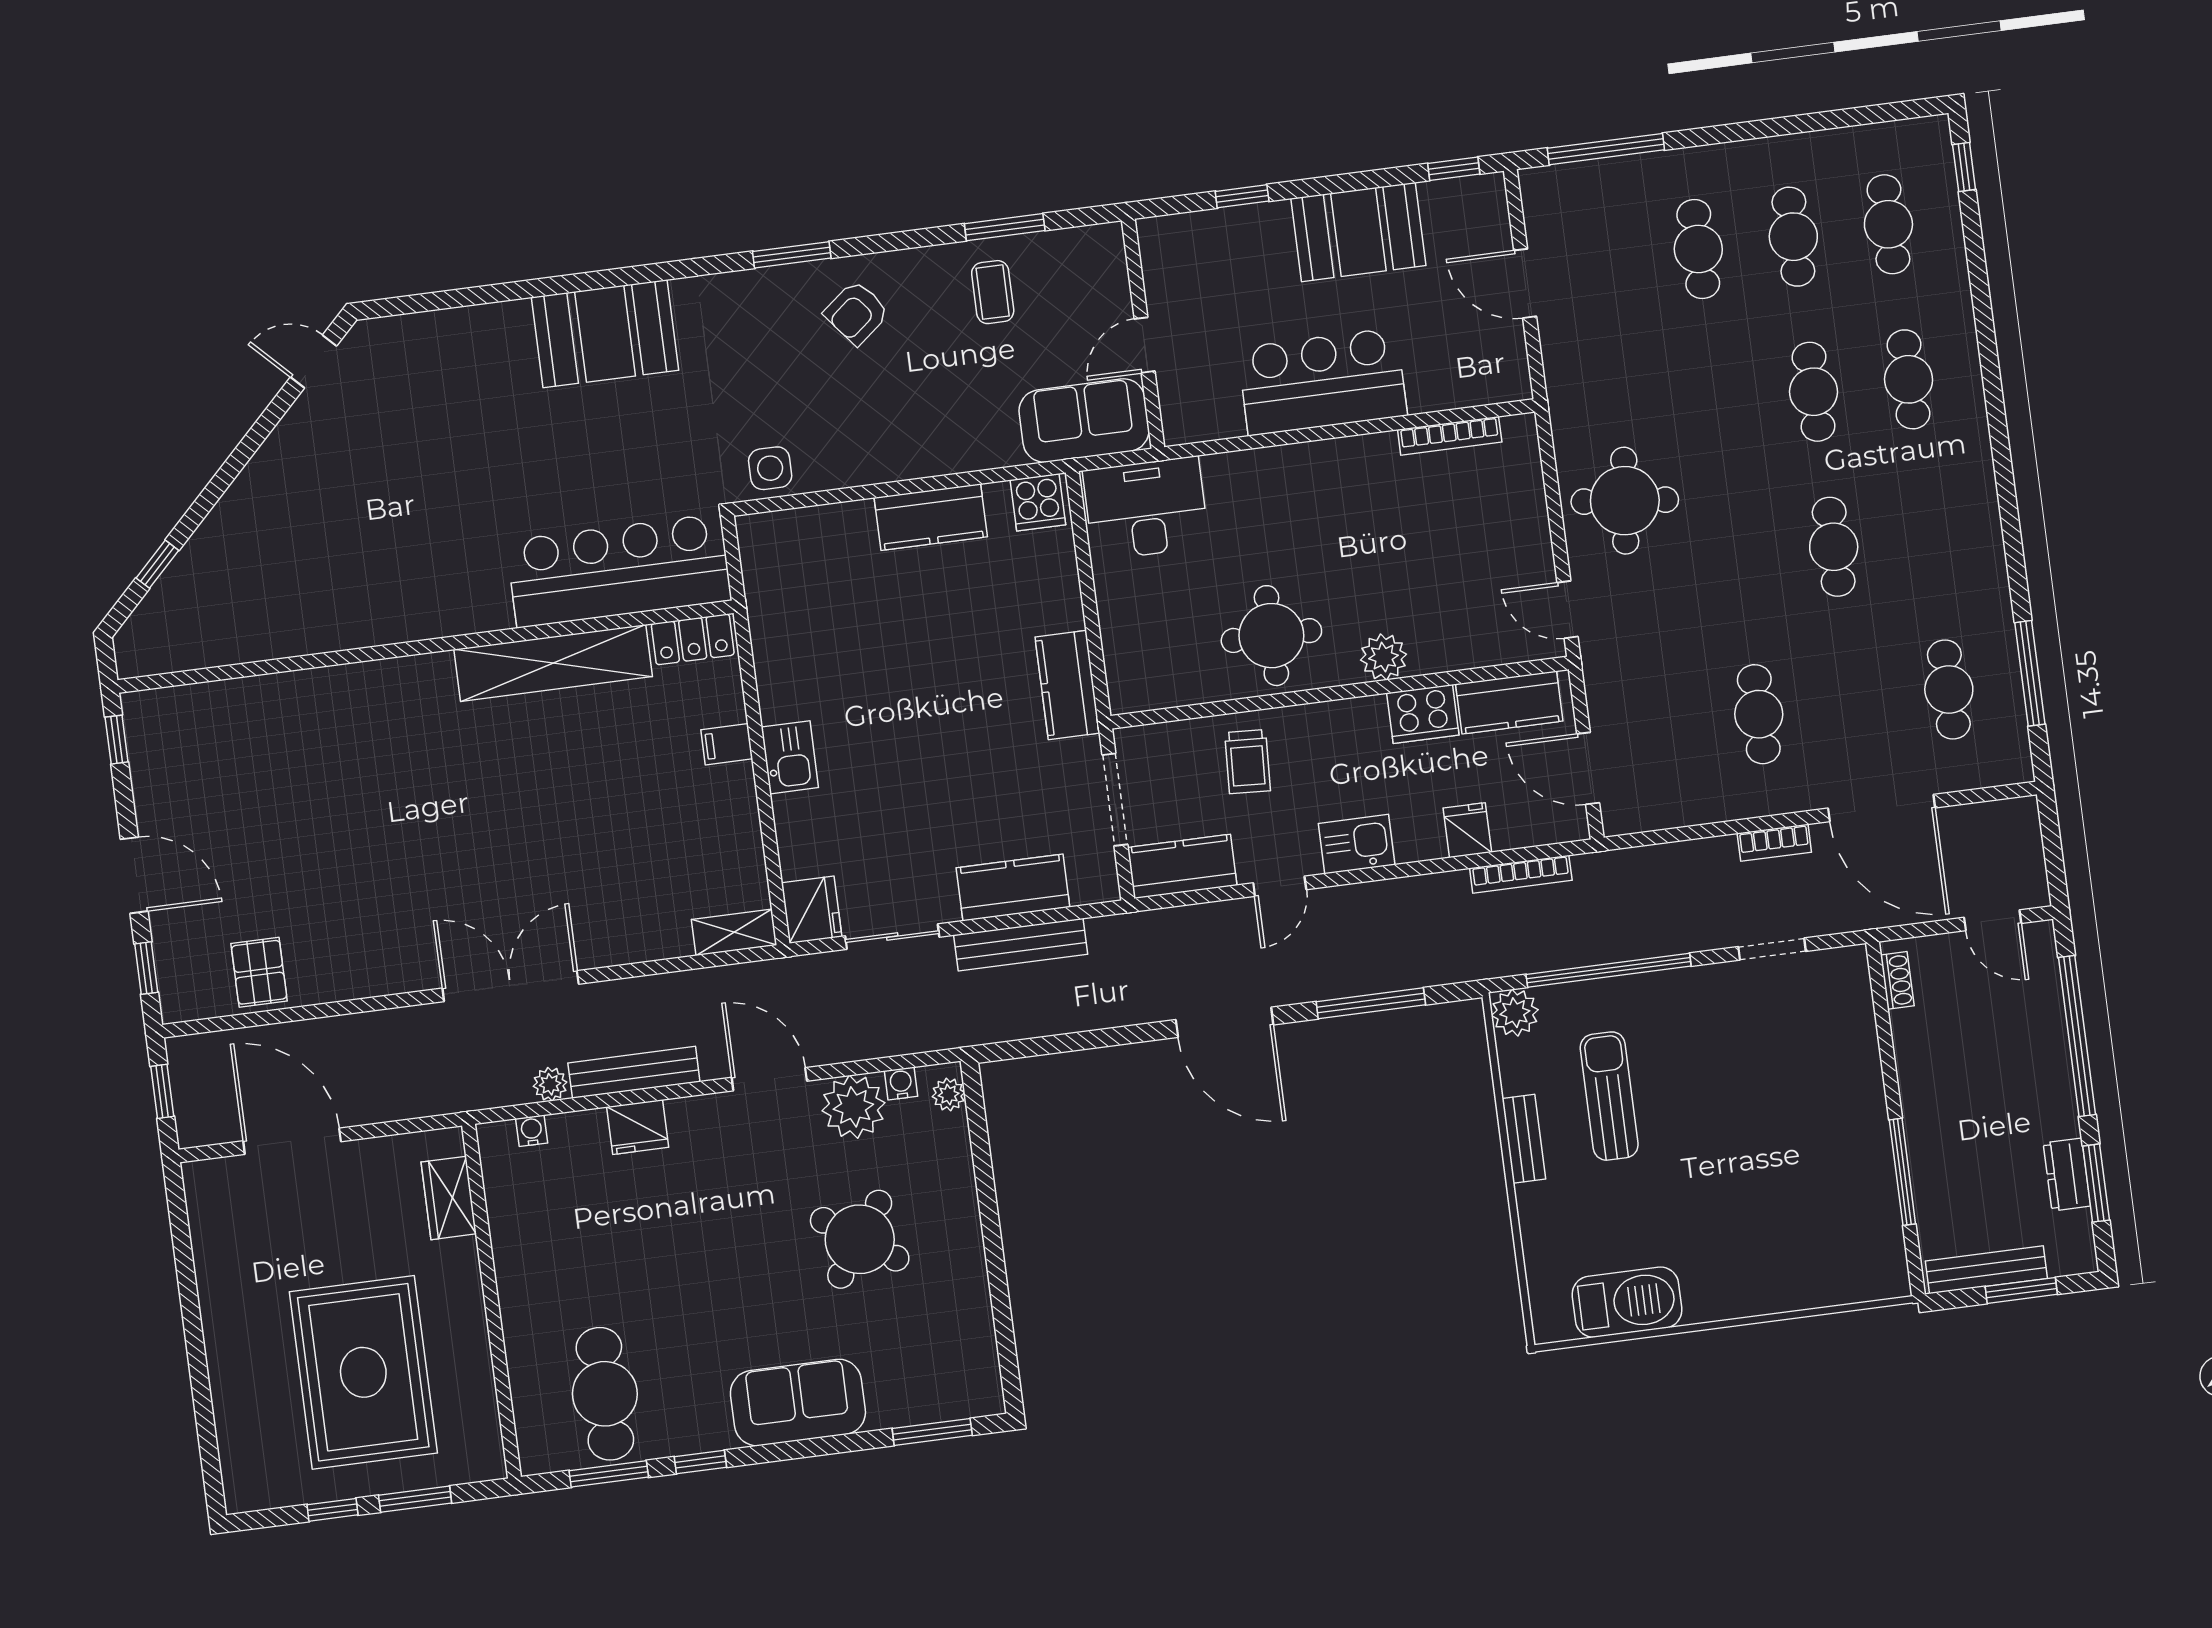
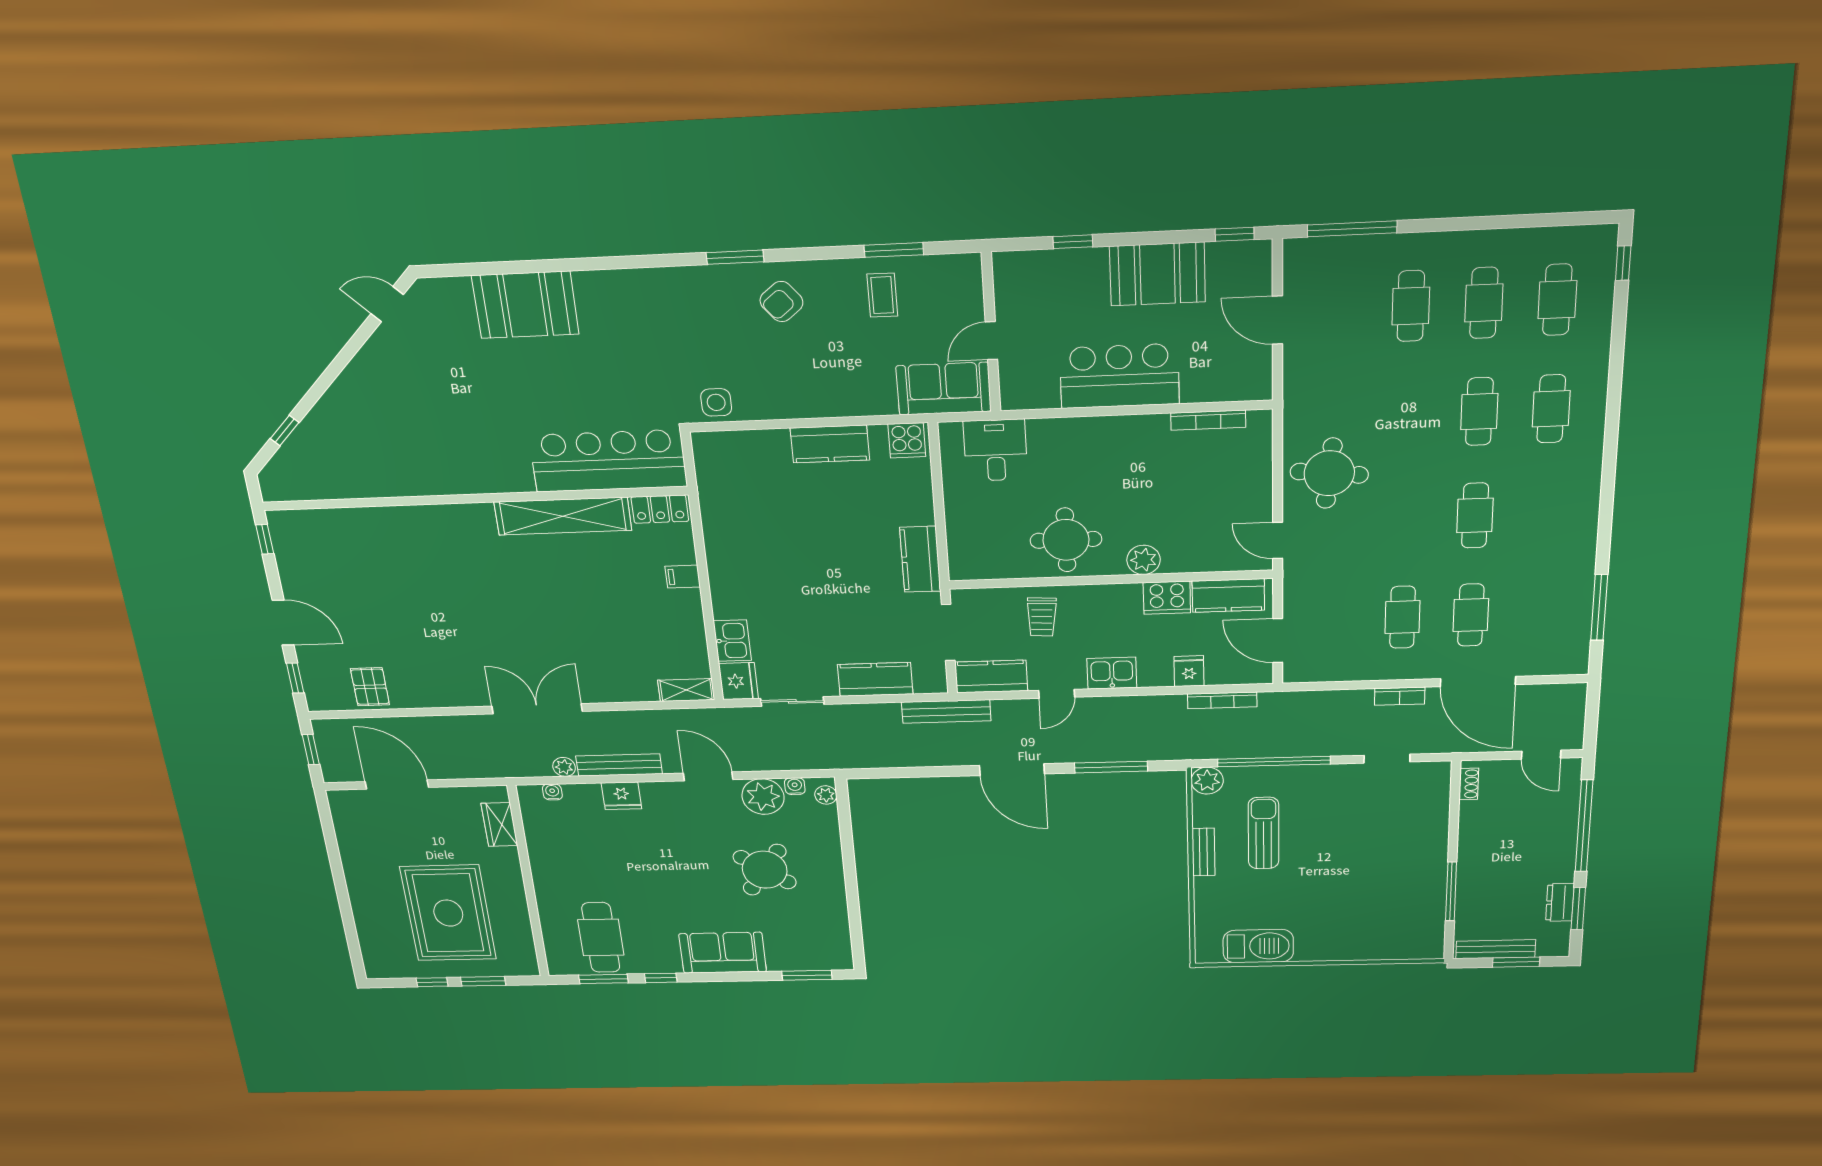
booth: (605, 334) -> (525, 305), moved
desk: (1146, 509) -> (995, 450), width x0.73
cafe table: (1949, 689) -> (1471, 615), moved
kitchen sink: (790, 757) -> (732, 641), moved
bench: (1021, 945) -> (946, 711), moved

